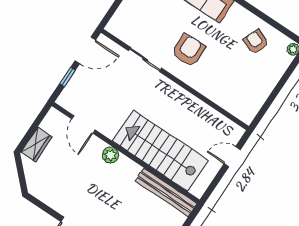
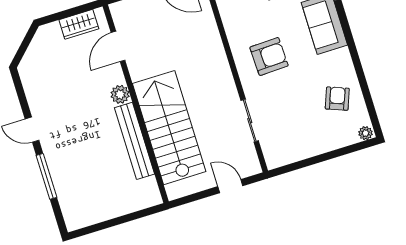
sliding door: (145, 59) -> (250, 121), moved
wardrobe: (37, 144) -> (79, 24), moved
bench: (166, 192) -> (134, 141), moved

